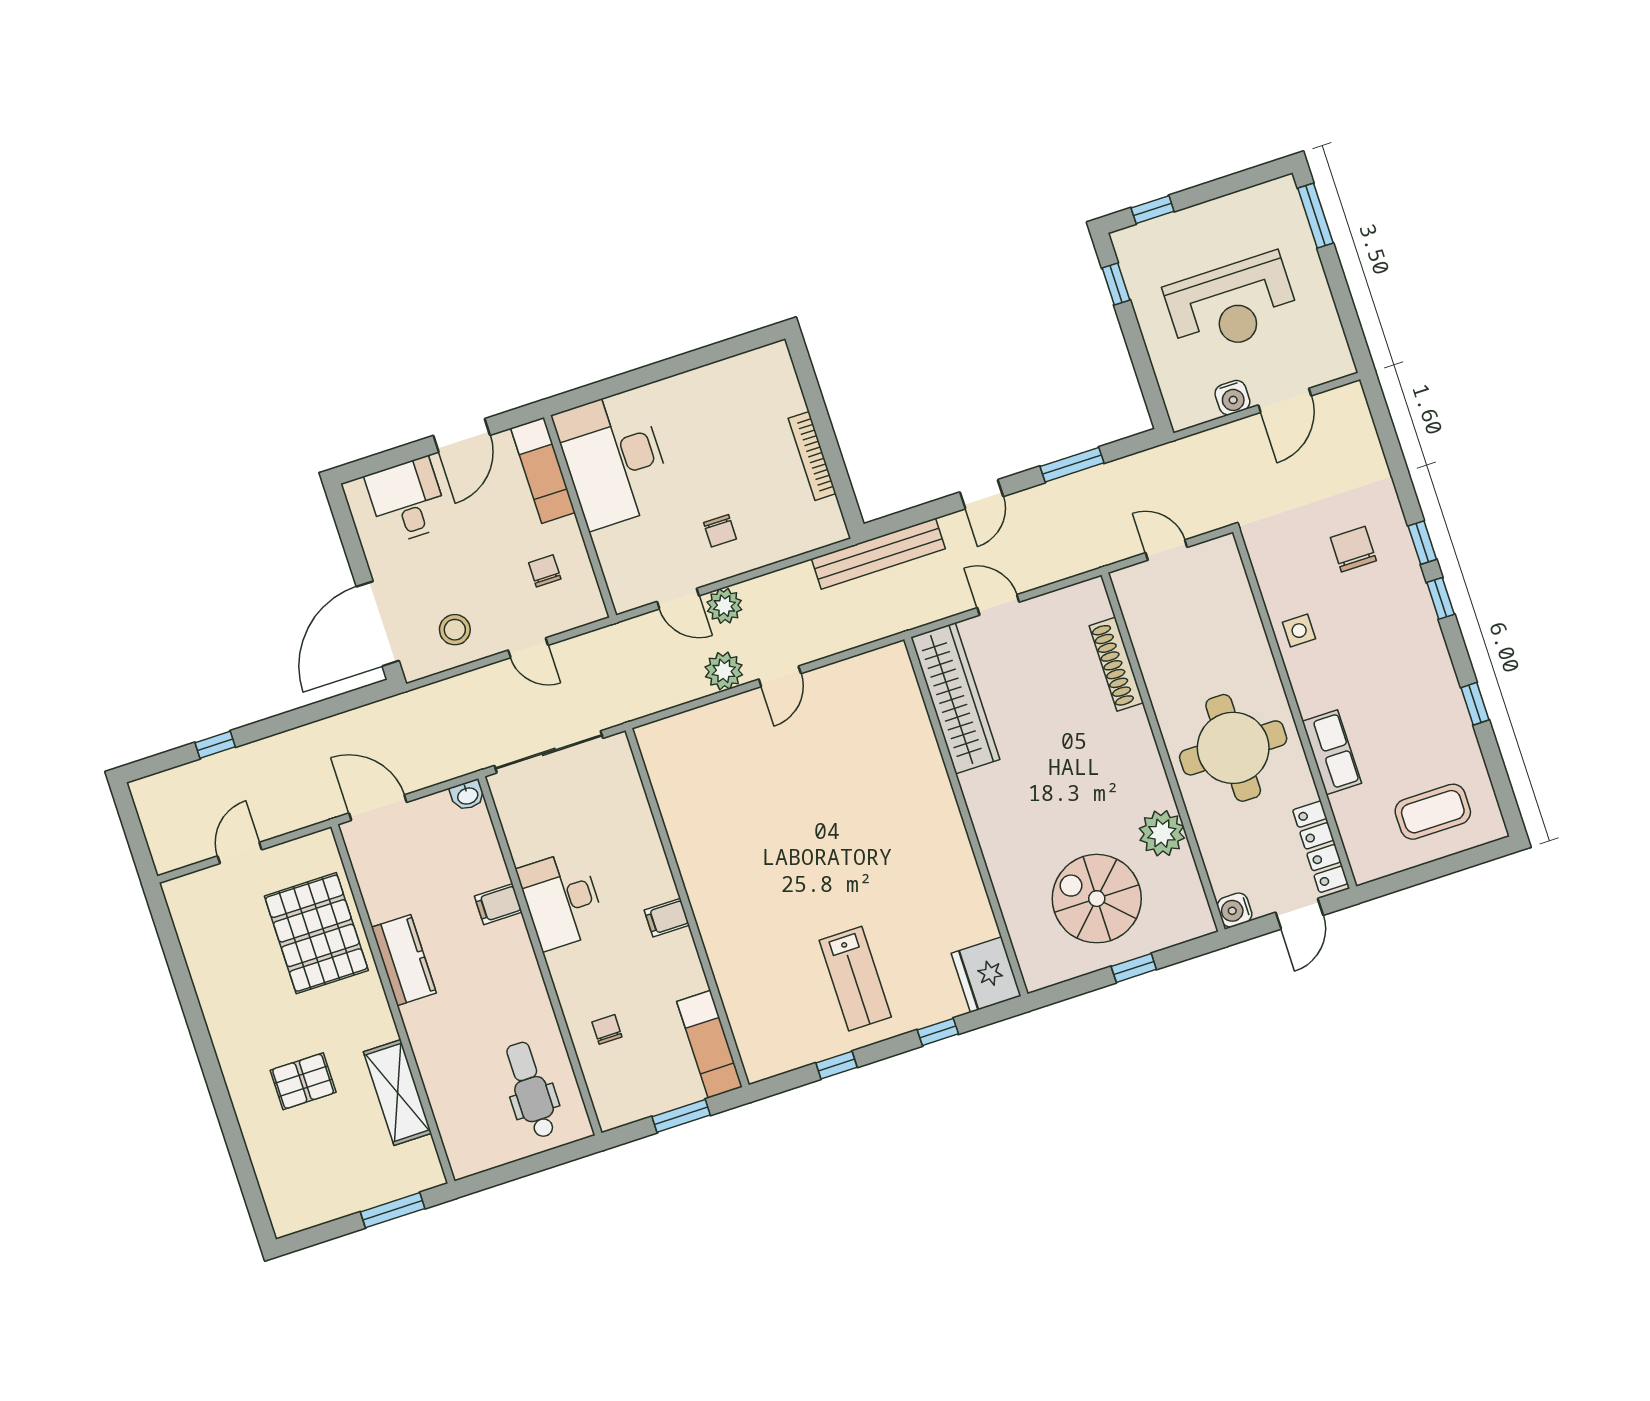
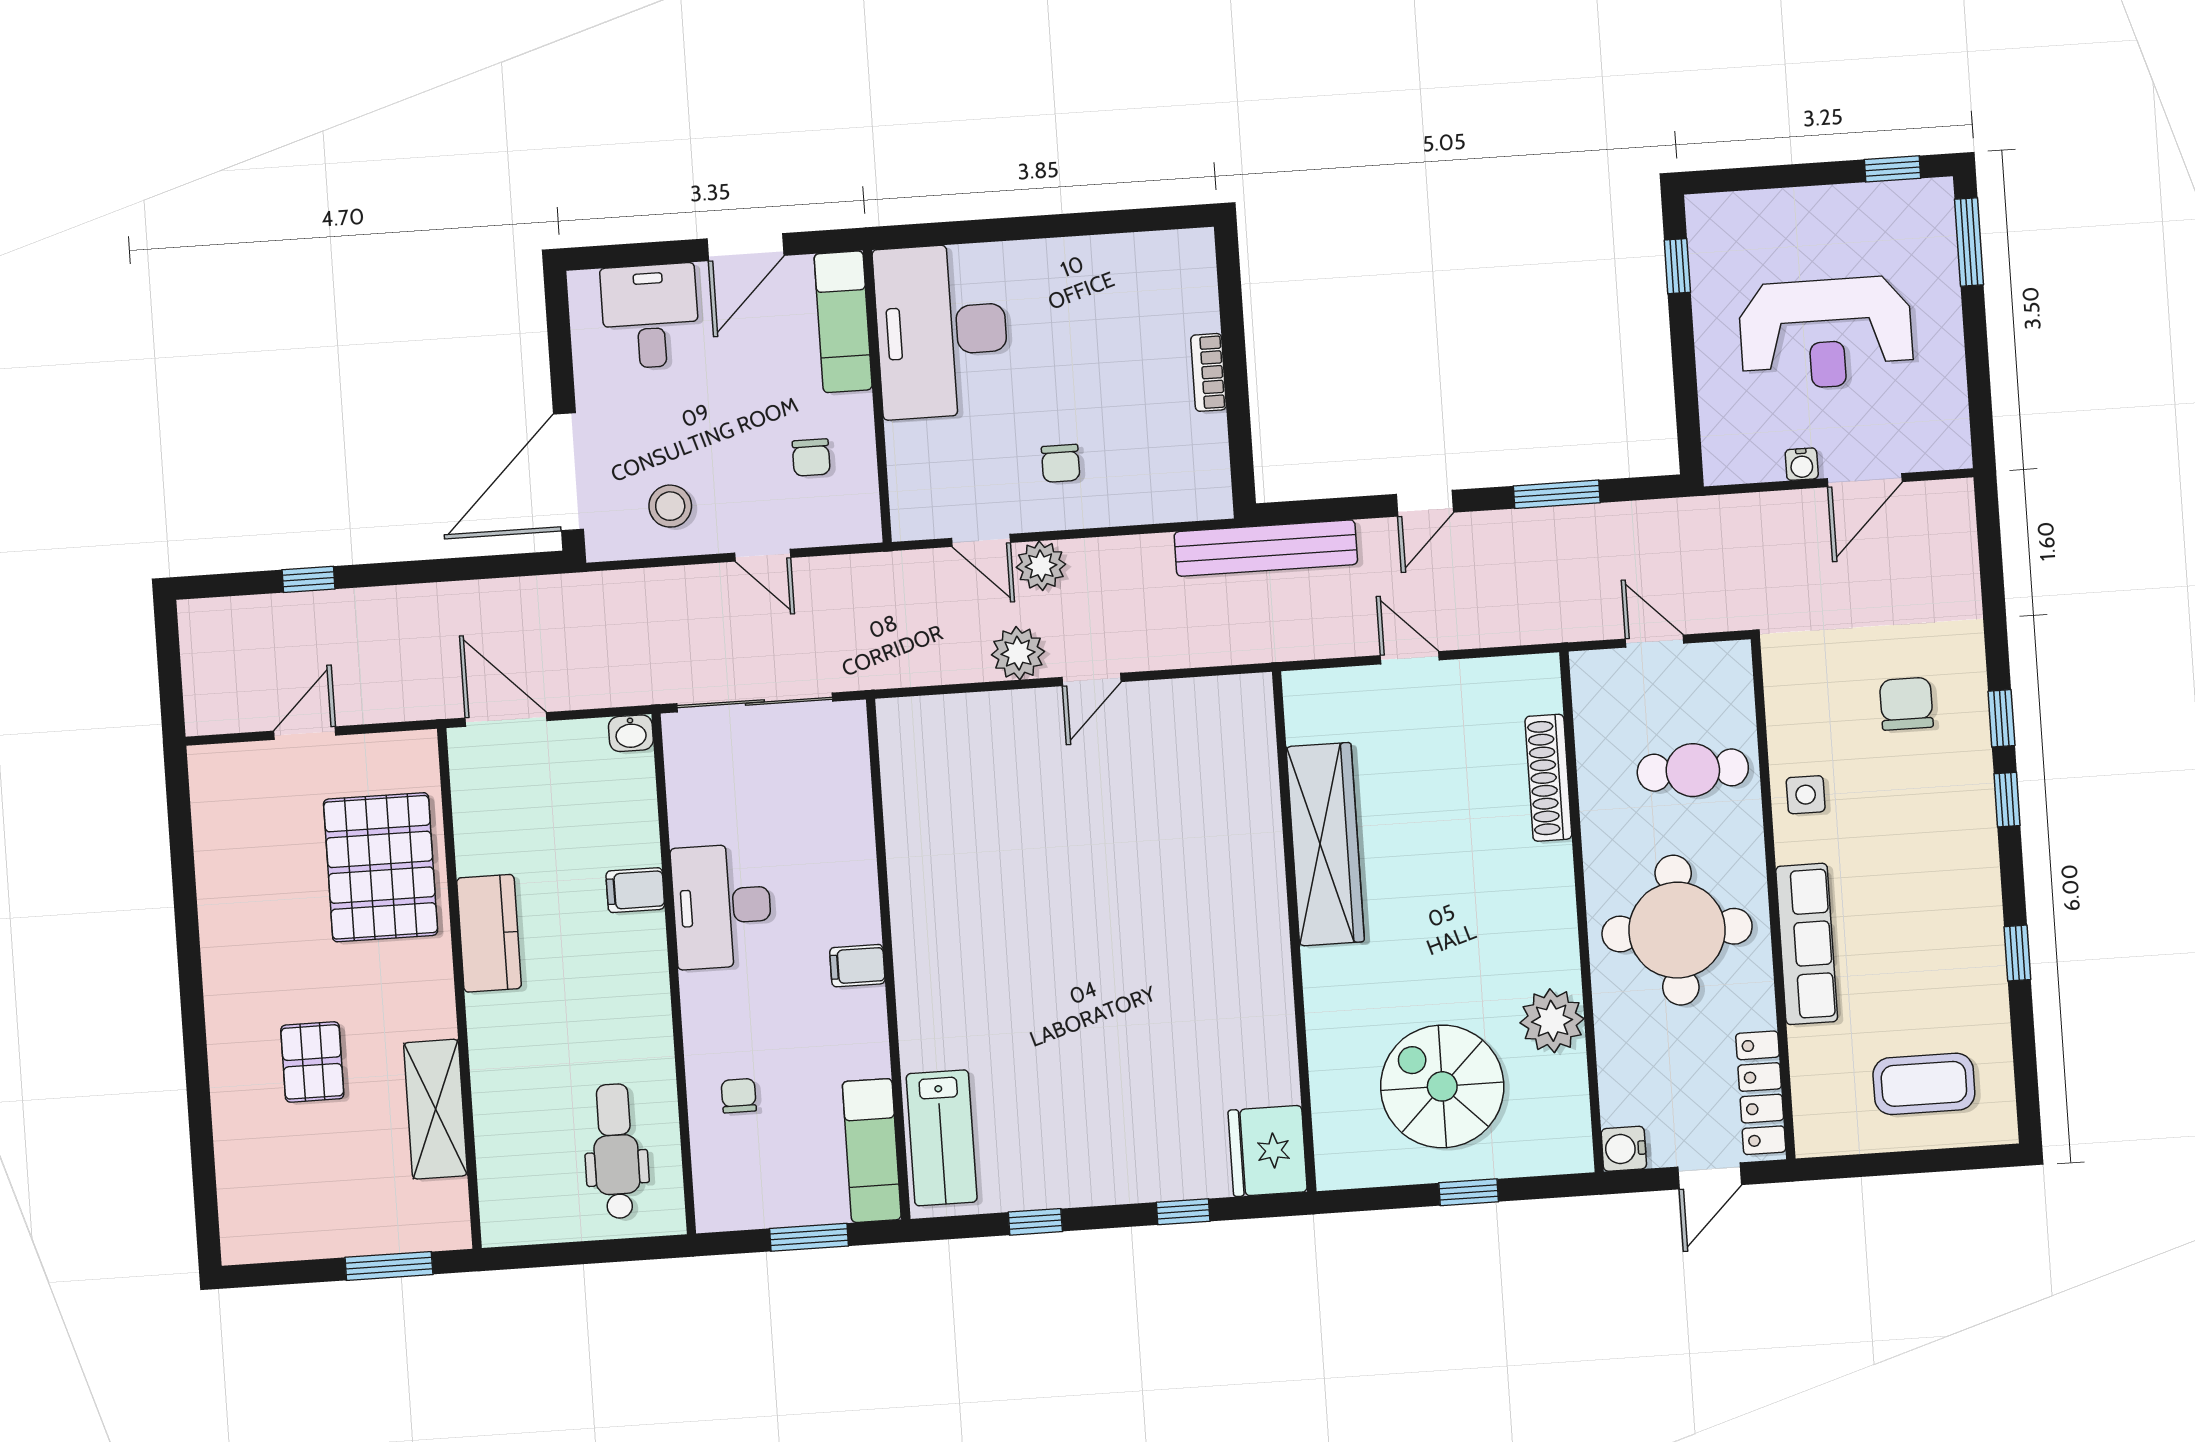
window: (1153, 210) -> (1892, 169), moved
water cooler: (1232, 398) -> (1802, 464), width x0.72, depth x0.72
bookcase: (812, 456) -> (1209, 372), width x0.64
chair: (545, 571) -> (811, 458), turned 180
cafe table: (1216, 633) -> (1693, 770), added
wardrobe: (955, 698) -> (1325, 844), moved
row of seats: (1332, 752) -> (1807, 944), width x1.48
lab bench: (855, 979) -> (942, 1138), moved
pallet: (303, 1081) -> (312, 1062), turned 90

